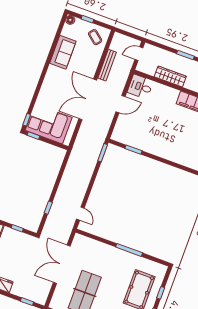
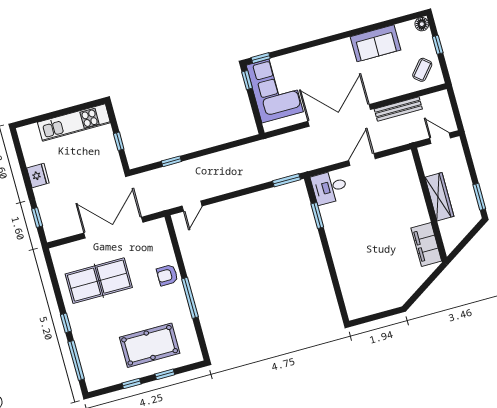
desk: (140, 87) -> (329, 187), moved, turned -90
door: (120, 104) -> (362, 160), swing flipped
armchair: (108, 253) -> (167, 275), added

